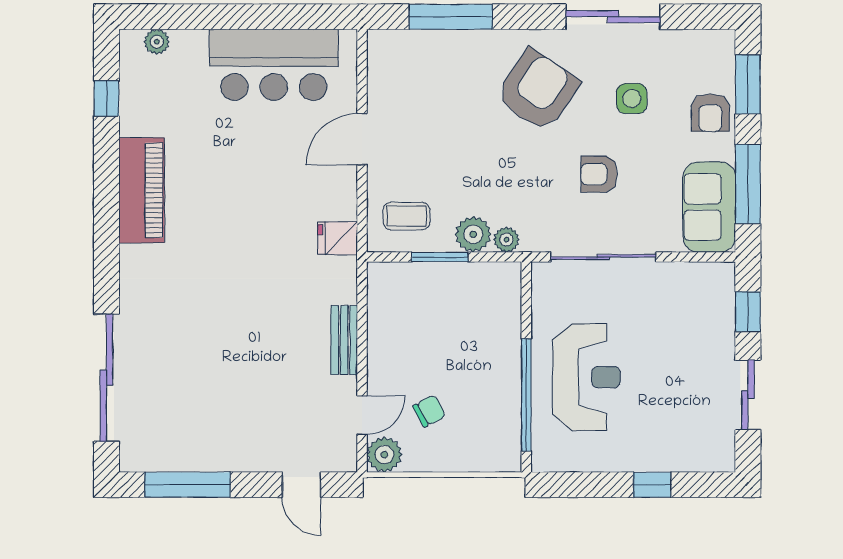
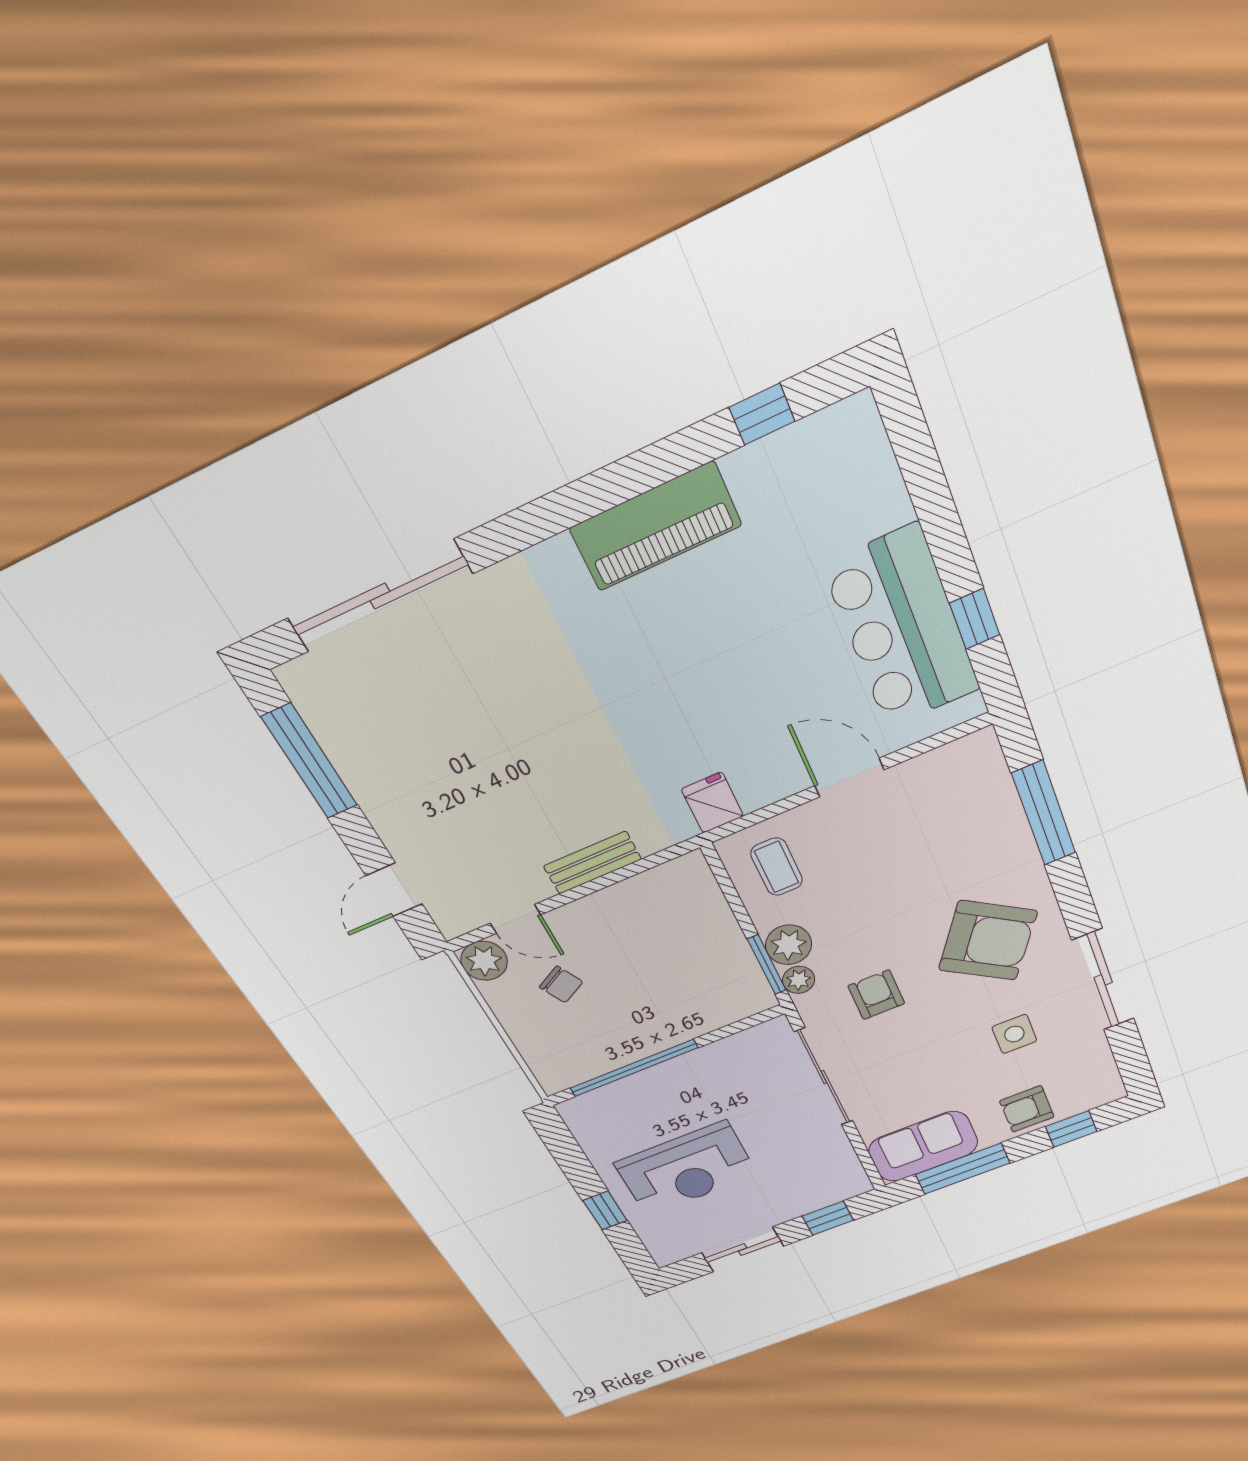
window: (289, 17) -> (975, 619), added
plant: (157, 42) -> (873, 452), removed
window: (748, 84) -> (1071, 1129), width x0.67
armchair: (599, 174) -> (876, 995), moved
window: (440, 257) -> (767, 965), moved
reception desk: (586, 377) -> (686, 1169), moved

